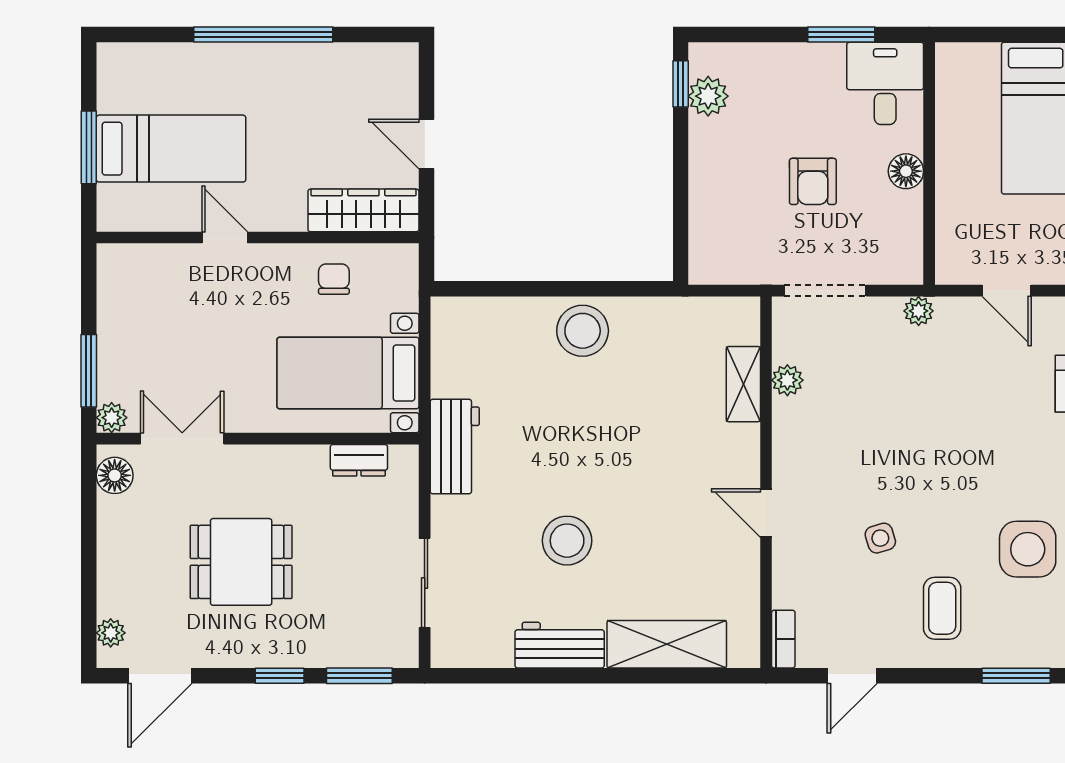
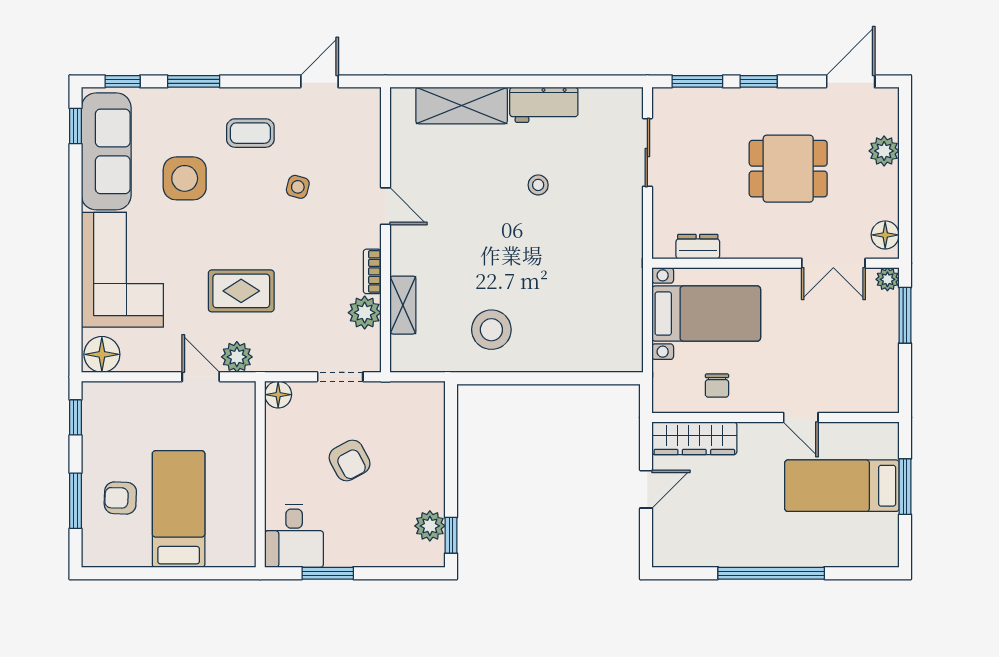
door: (426, 144) -> (646, 489), hinge flipped
floor lamp: (906, 171) -> (278, 395), moved
armchair: (813, 181) -> (350, 460), turned 152
doorway: (825, 291) -> (340, 377), width x0.73
plant: (919, 311) -> (237, 357), moved, width x1.38, depth x1.38
stool: (583, 331) -> (491, 330), moved
plant: (787, 380) -> (365, 313), width x1.38, depth x1.38
rug: (954, 403) -> (241, 291), added
workbench: (455, 447) -> (624, 257), removed
side table: (880, 538) -> (298, 187), turned 32
stool: (567, 541) -> (538, 185), width x0.53, depth x0.53
coffee table: (942, 608) -> (250, 133), turned 90
plant: (111, 633) -> (884, 151), moved, width x1.38, depth x1.38
bookcase: (783, 639) -> (372, 271), moved

